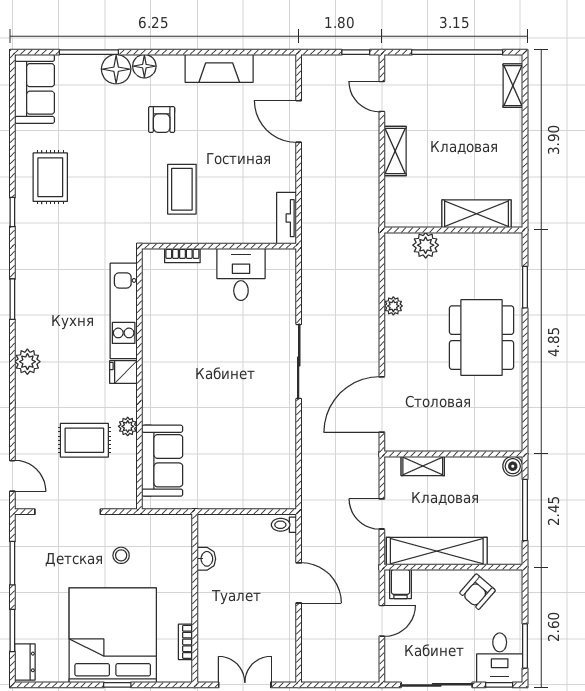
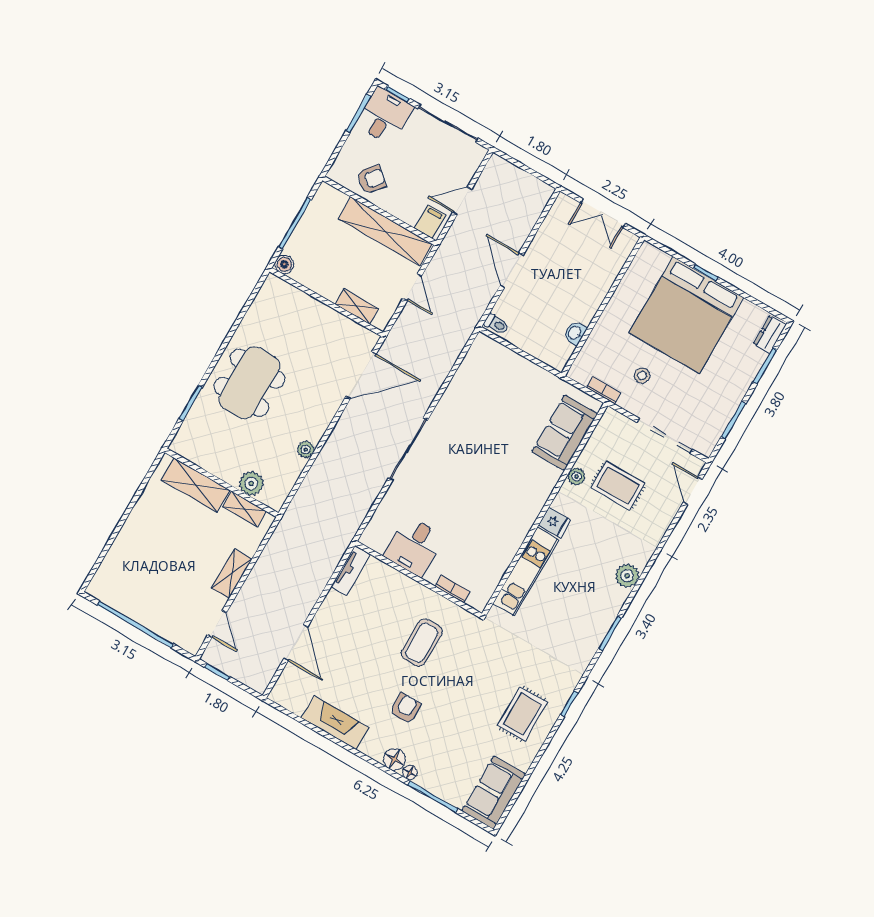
floor lamp: (116, 69) -> (410, 773), width x0.53, depth x0.53
shelving: (513, 86) -> (244, 509), moved, turned 90
bookcase: (185, 642) -> (604, 390), moved, turned -90

